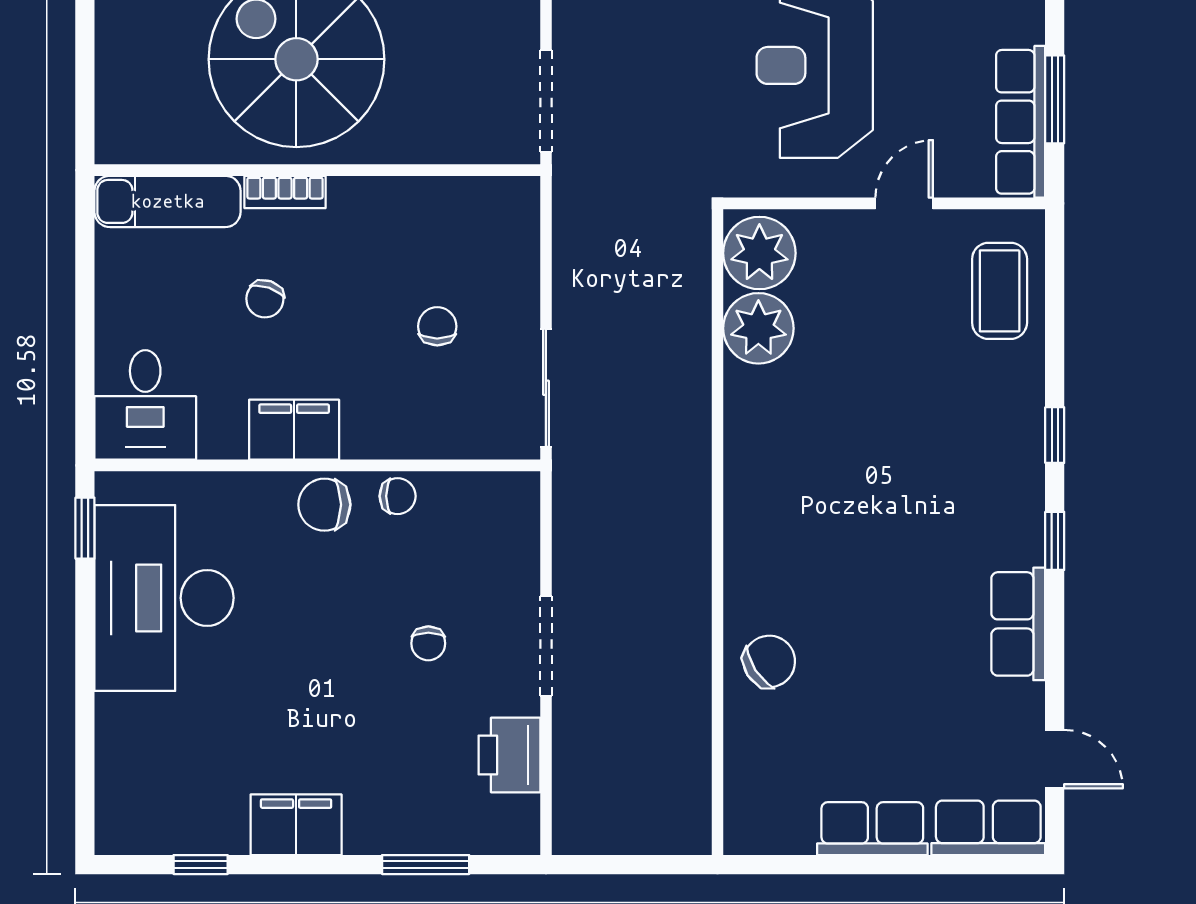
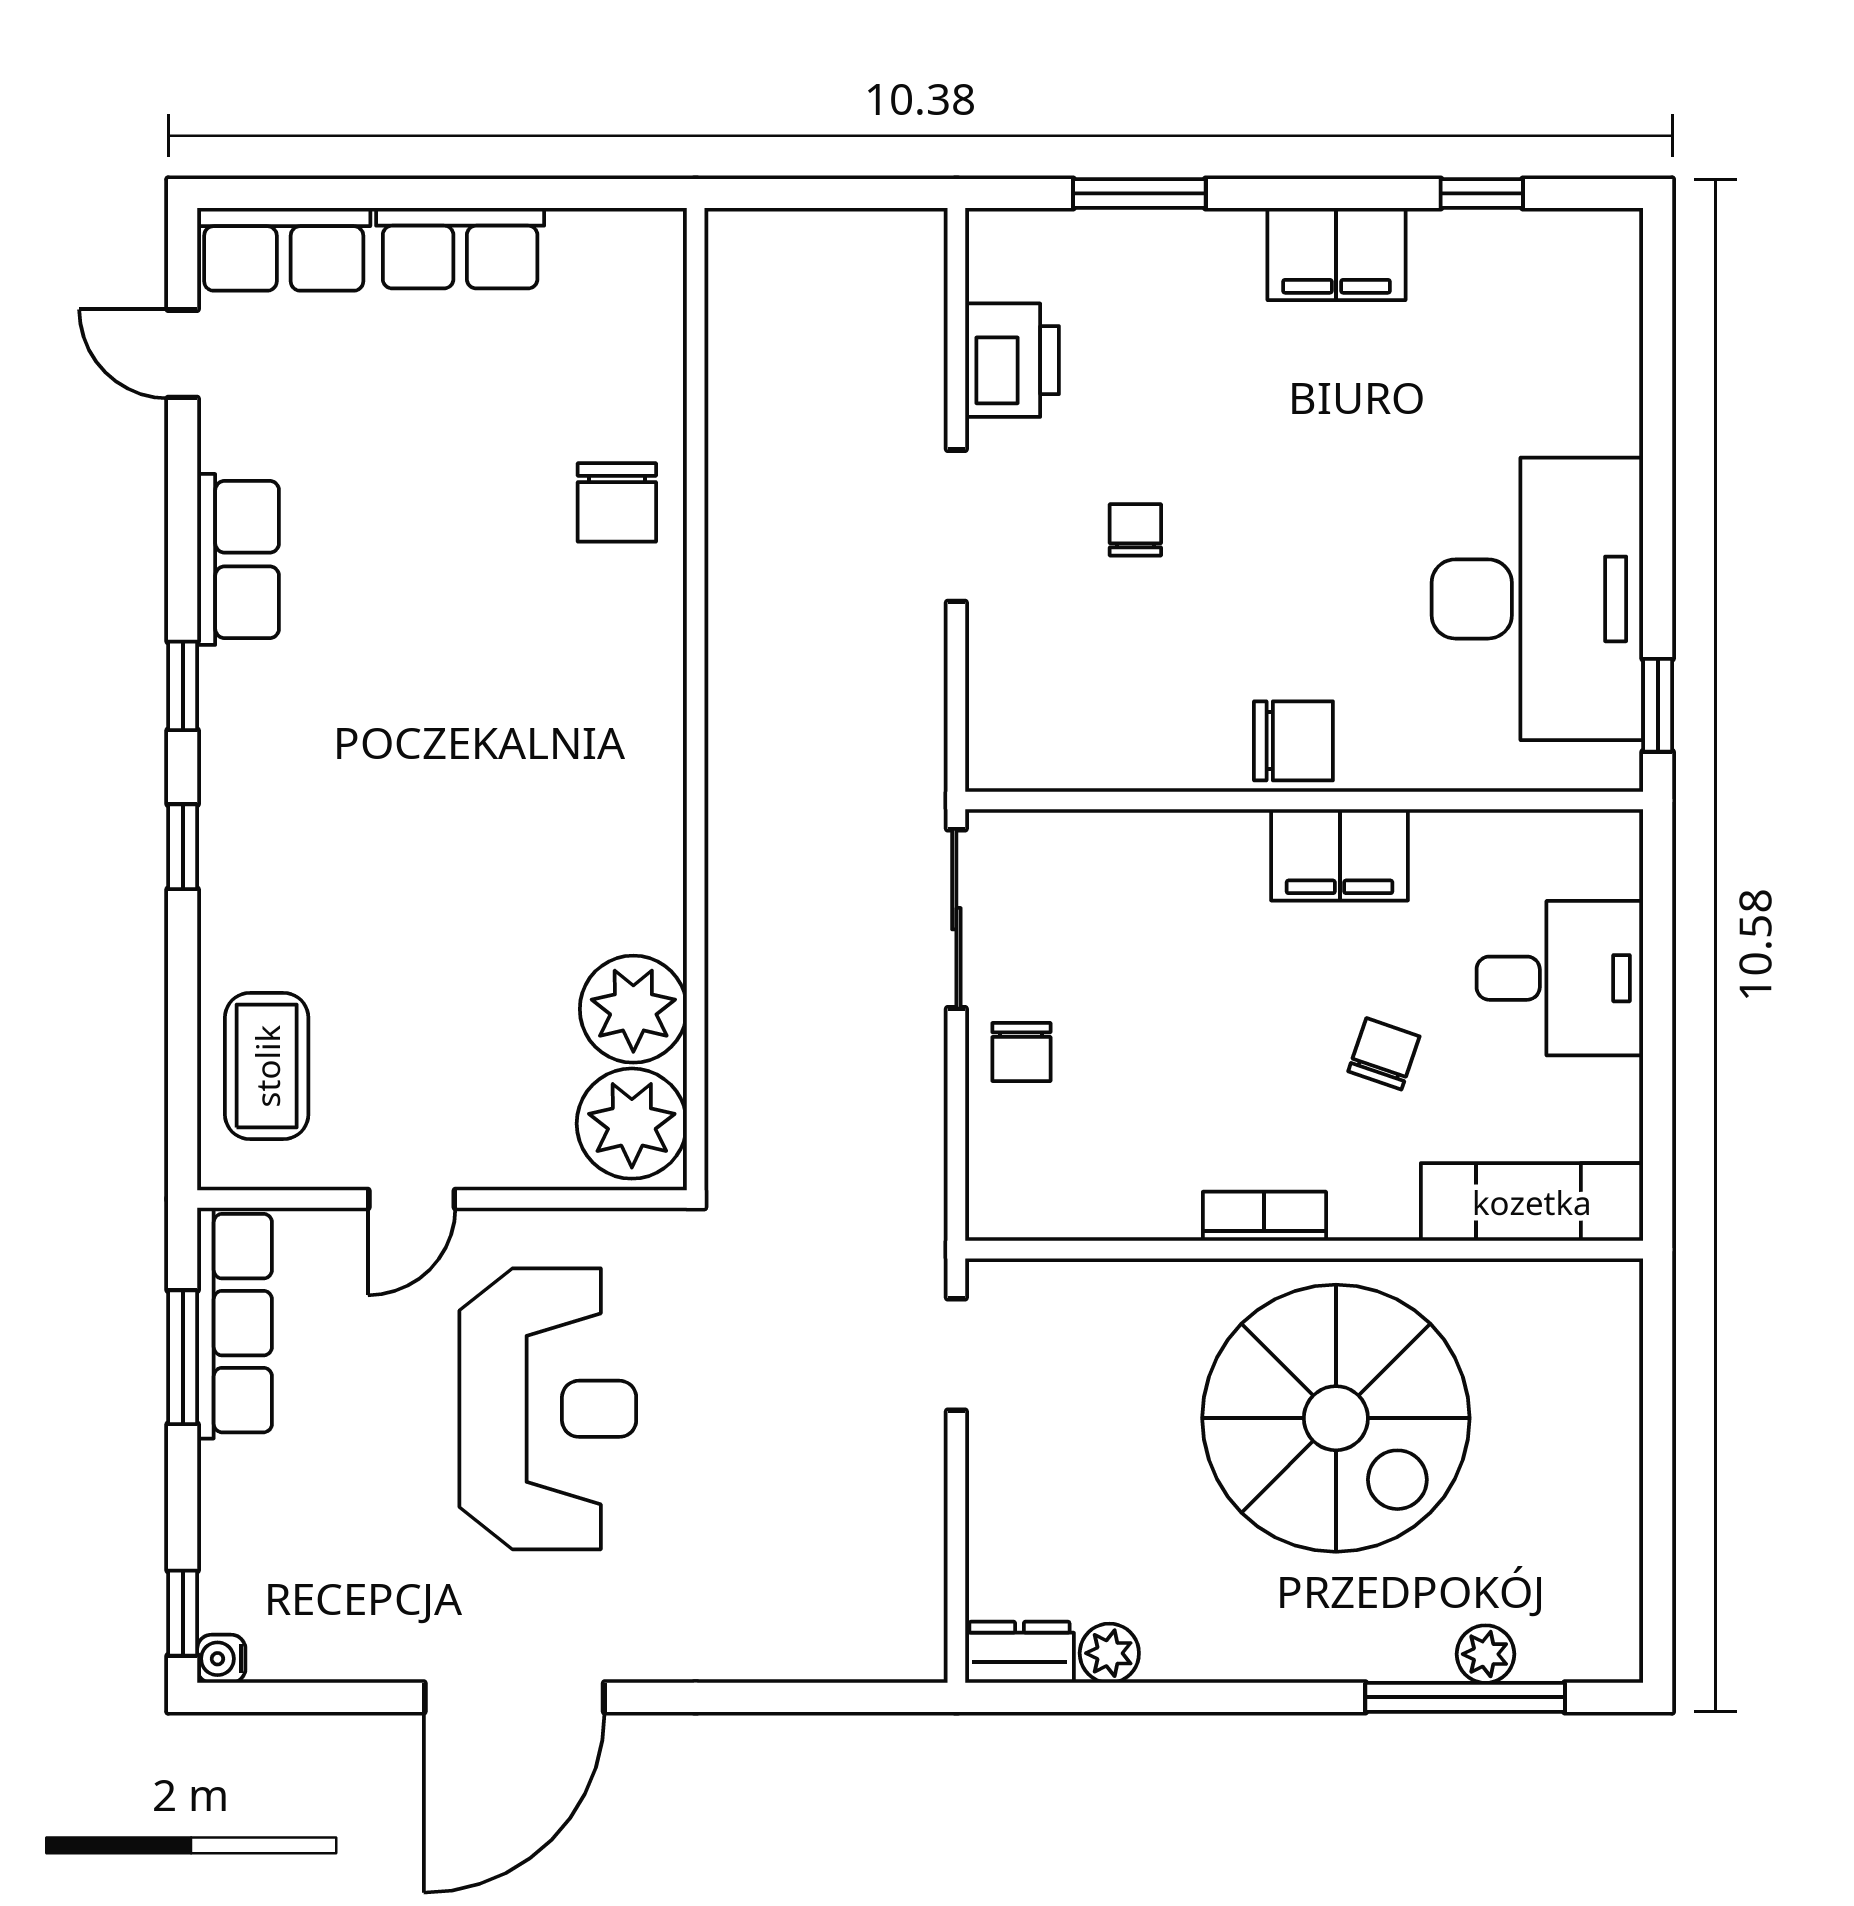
doorway: (546, 101) -> (956, 1354), width x0.73
bookcase: (285, 192) -> (1264, 1216), moved
chair: (437, 326) -> (1021, 1052), moved
desk: (145, 405) -> (1560, 978), moved, turned 90
chair: (398, 496) -> (1182, 754), removed
chair: (769, 661) -> (617, 502), turned -57

